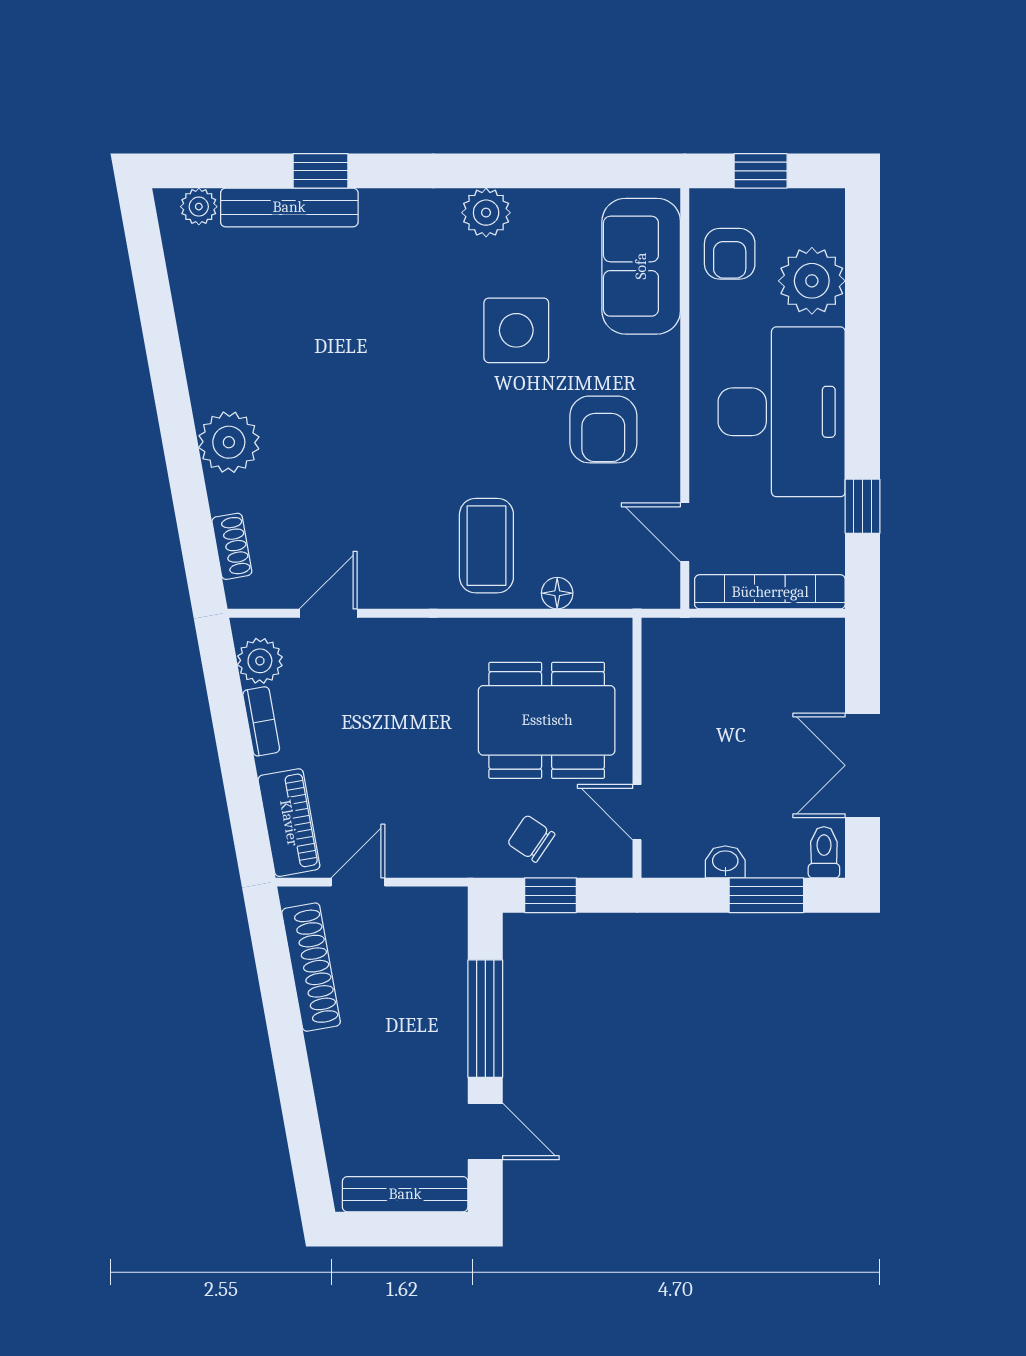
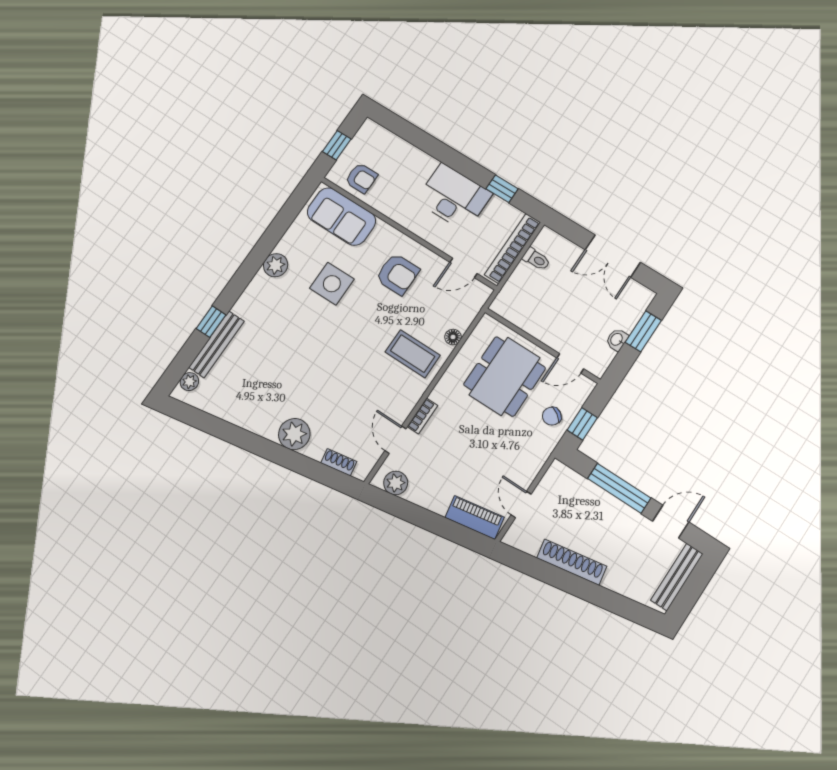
plant: (812, 281) -> (395, 152), removed
desk: (782, 412) -> (454, 197), width x0.73, depth x0.77
bookcase: (261, 721) -> (422, 416), moved, turned 100
toilet: (824, 852) -> (536, 259), moved, turned 180
shoe rack: (311, 967) -> (572, 562), moved

